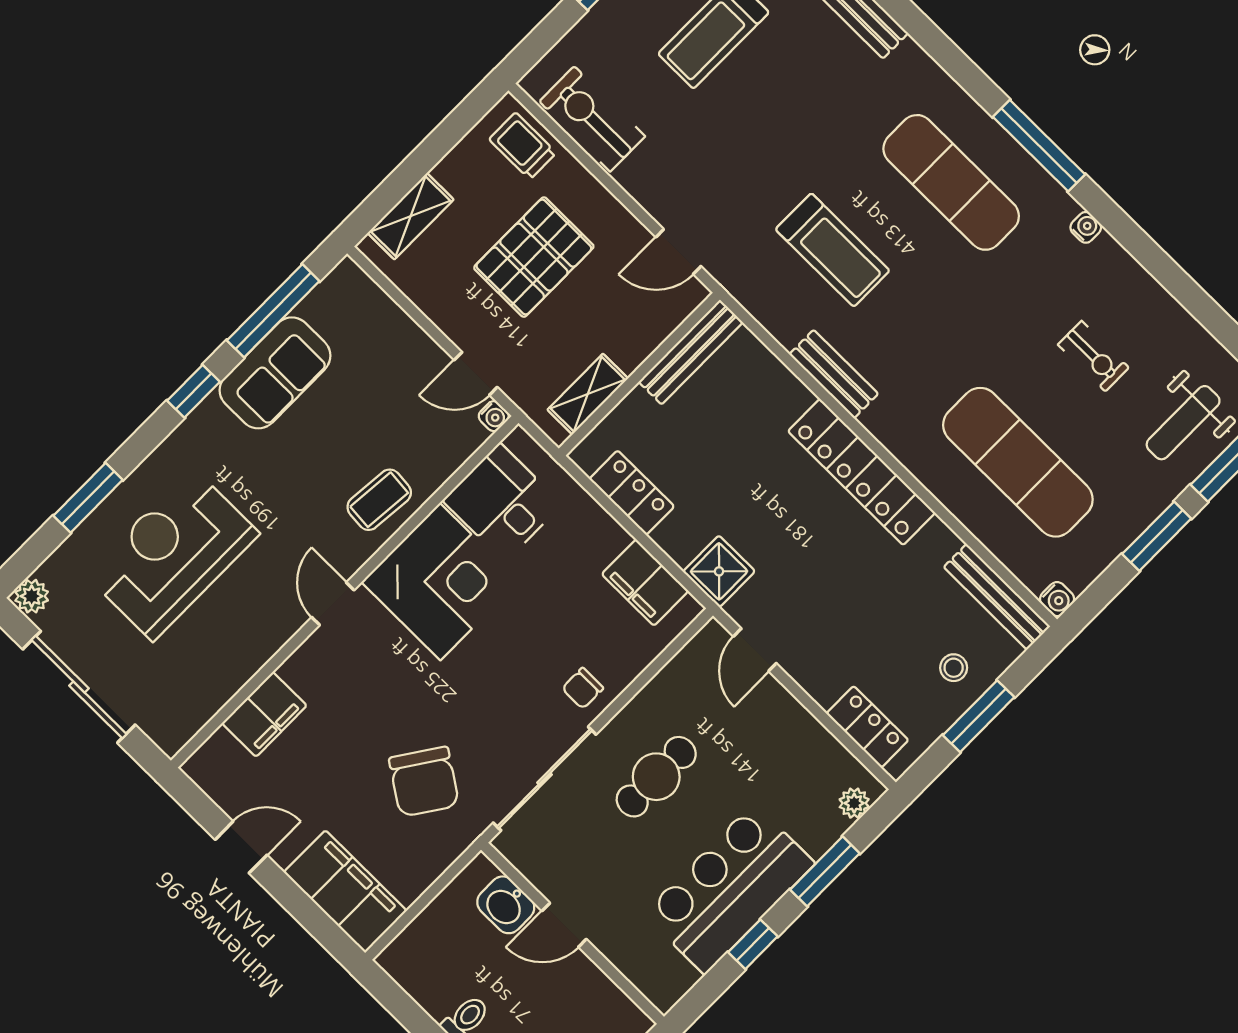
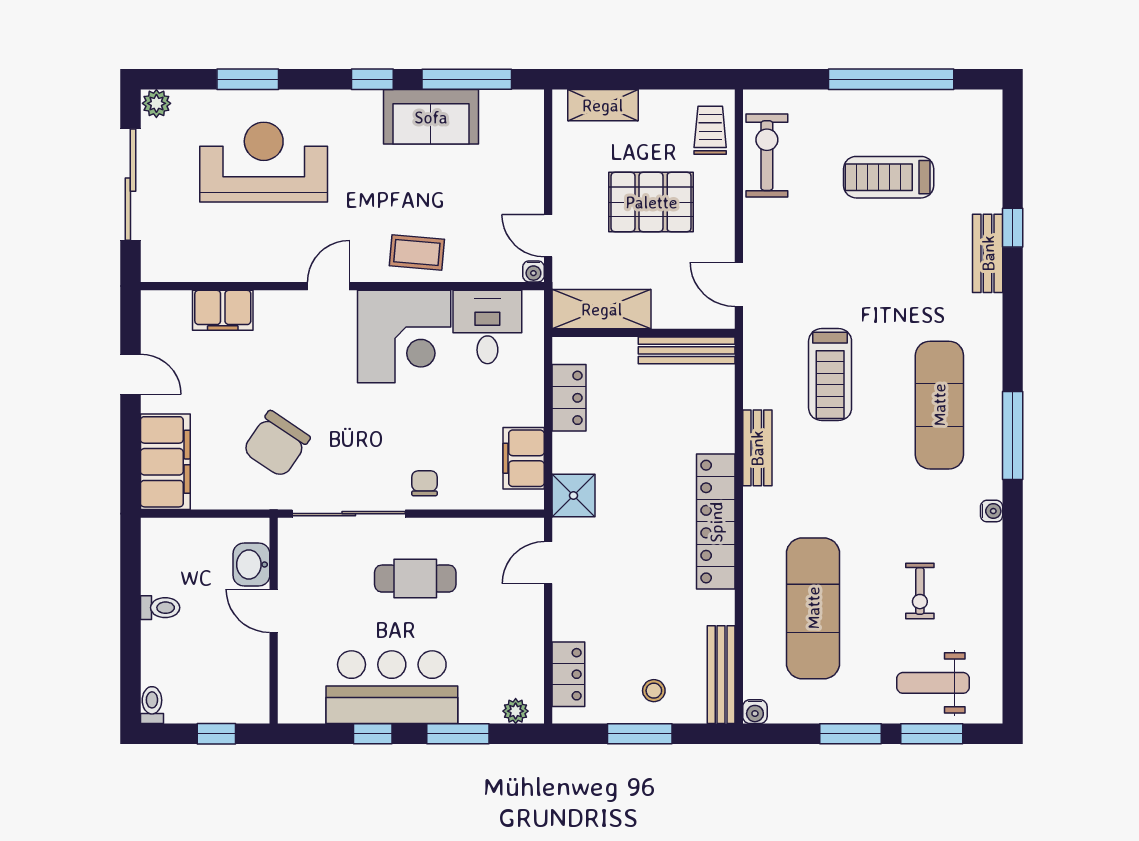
shelving: (588, 394) -> (602, 309), width x1.50, depth x1.33
chair: (583, 688) -> (424, 483), turned 90

